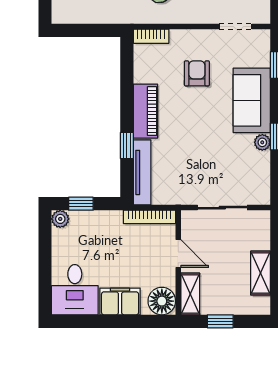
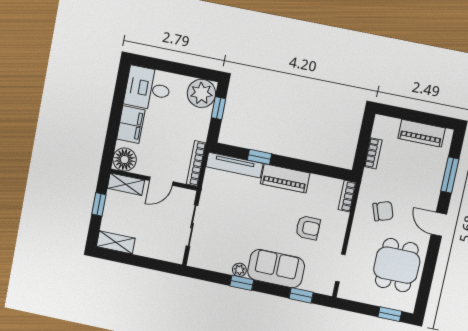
bookcase: (96, 17) -> (373, 153), added
plant: (60, 219) -> (201, 93), width x1.88, depth x1.88
shelving: (261, 273) -> (116, 242), moved

